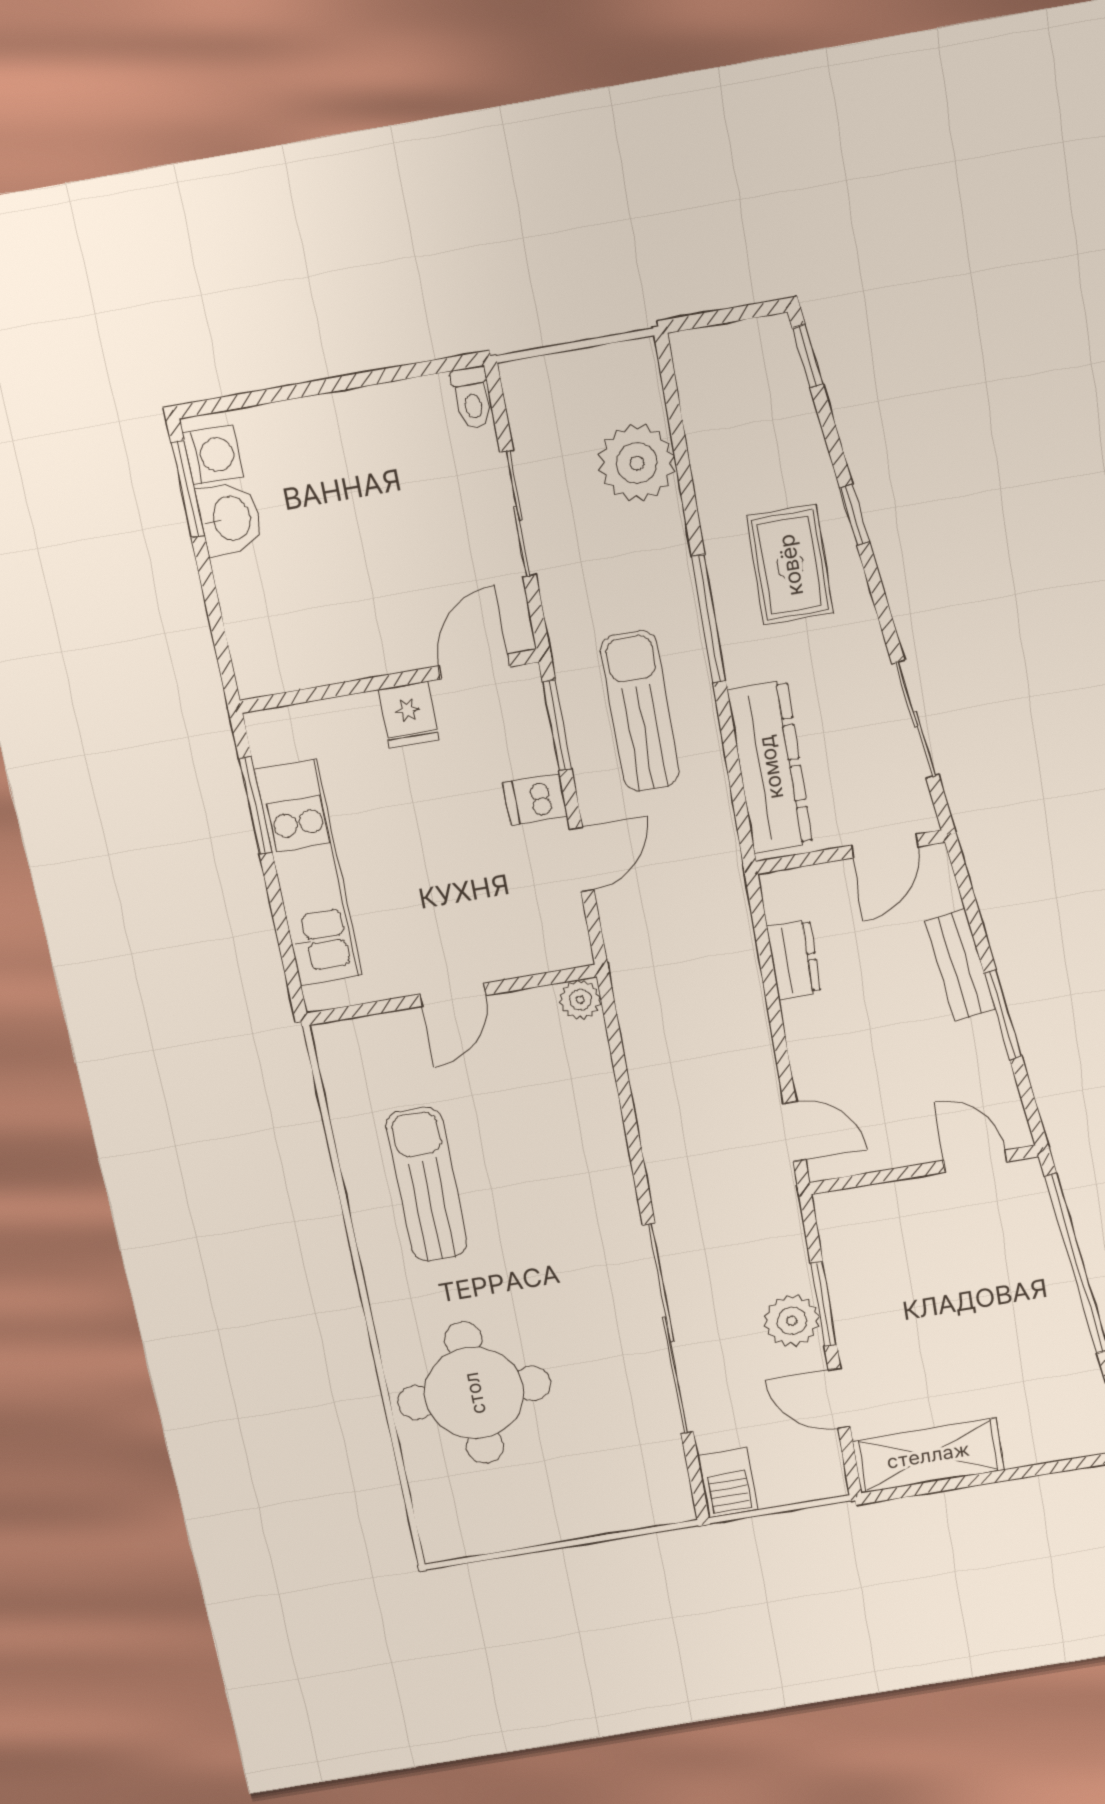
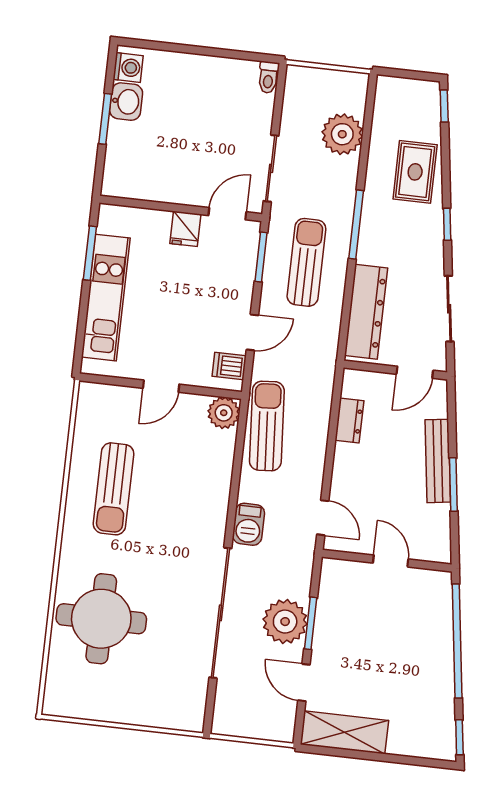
window: (188, 489) -> (105, 119), moved
sliding door: (518, 514) -> (271, 168), moved
window: (855, 515) -> (447, 224), moved
rug: (790, 565) -> (415, 172), moved
dishwasher: (535, 800) -> (229, 366), moved
bench: (960, 965) -> (438, 461), width x1.36
plant: (580, 1000) -> (224, 413), width x1.38, depth x1.38
sun lounger: (655, 1009) -> (267, 426), added
door: (975, 1161) -> (391, 561), moved
sun lounger: (427, 1185) -> (114, 489), turned 180
plant: (792, 1321) -> (285, 622), width x1.36, depth x1.36
barbecue: (727, 1483) -> (249, 524), moved

